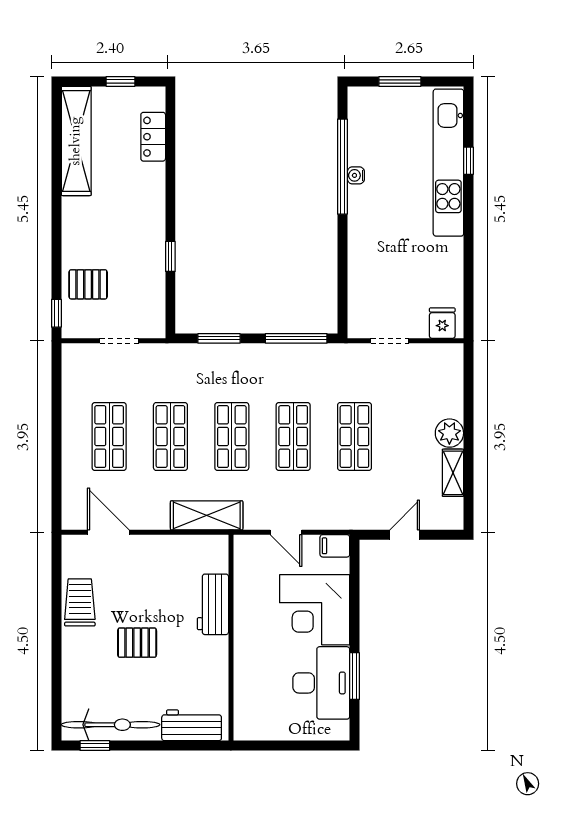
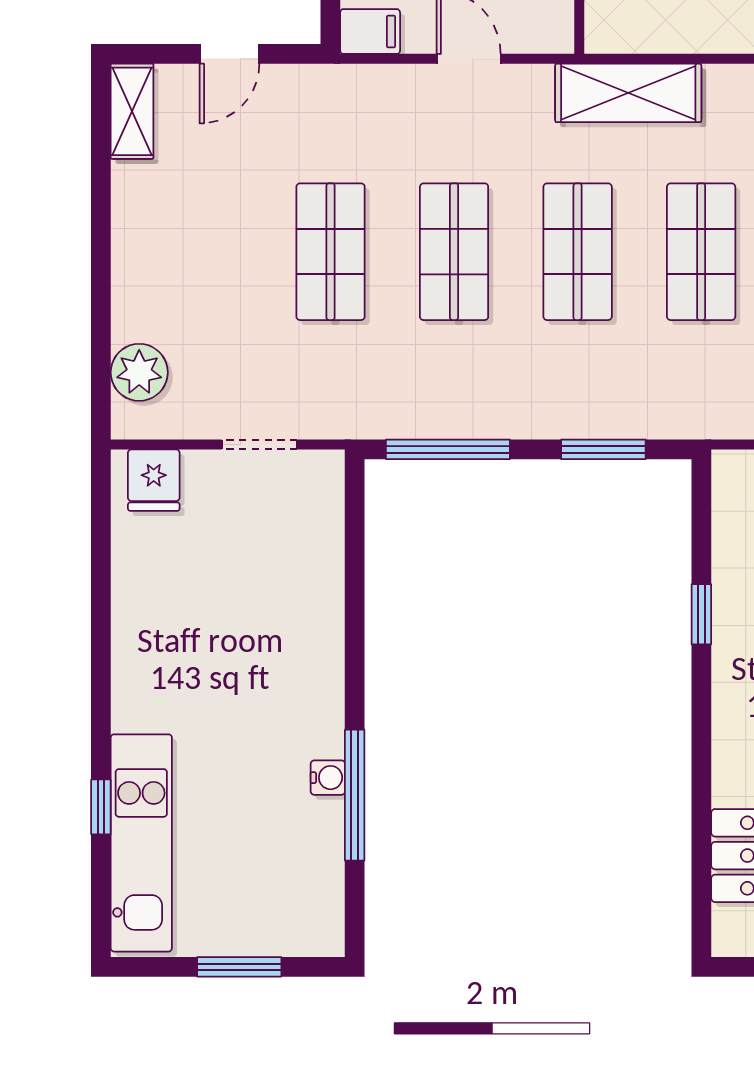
kitchen unit: (448, 163) -> (141, 843), width x0.73
window: (342, 167) -> (355, 795), width x0.68
plant: (449, 433) -> (139, 372), moved
shelving: (453, 473) -> (132, 111), moved

